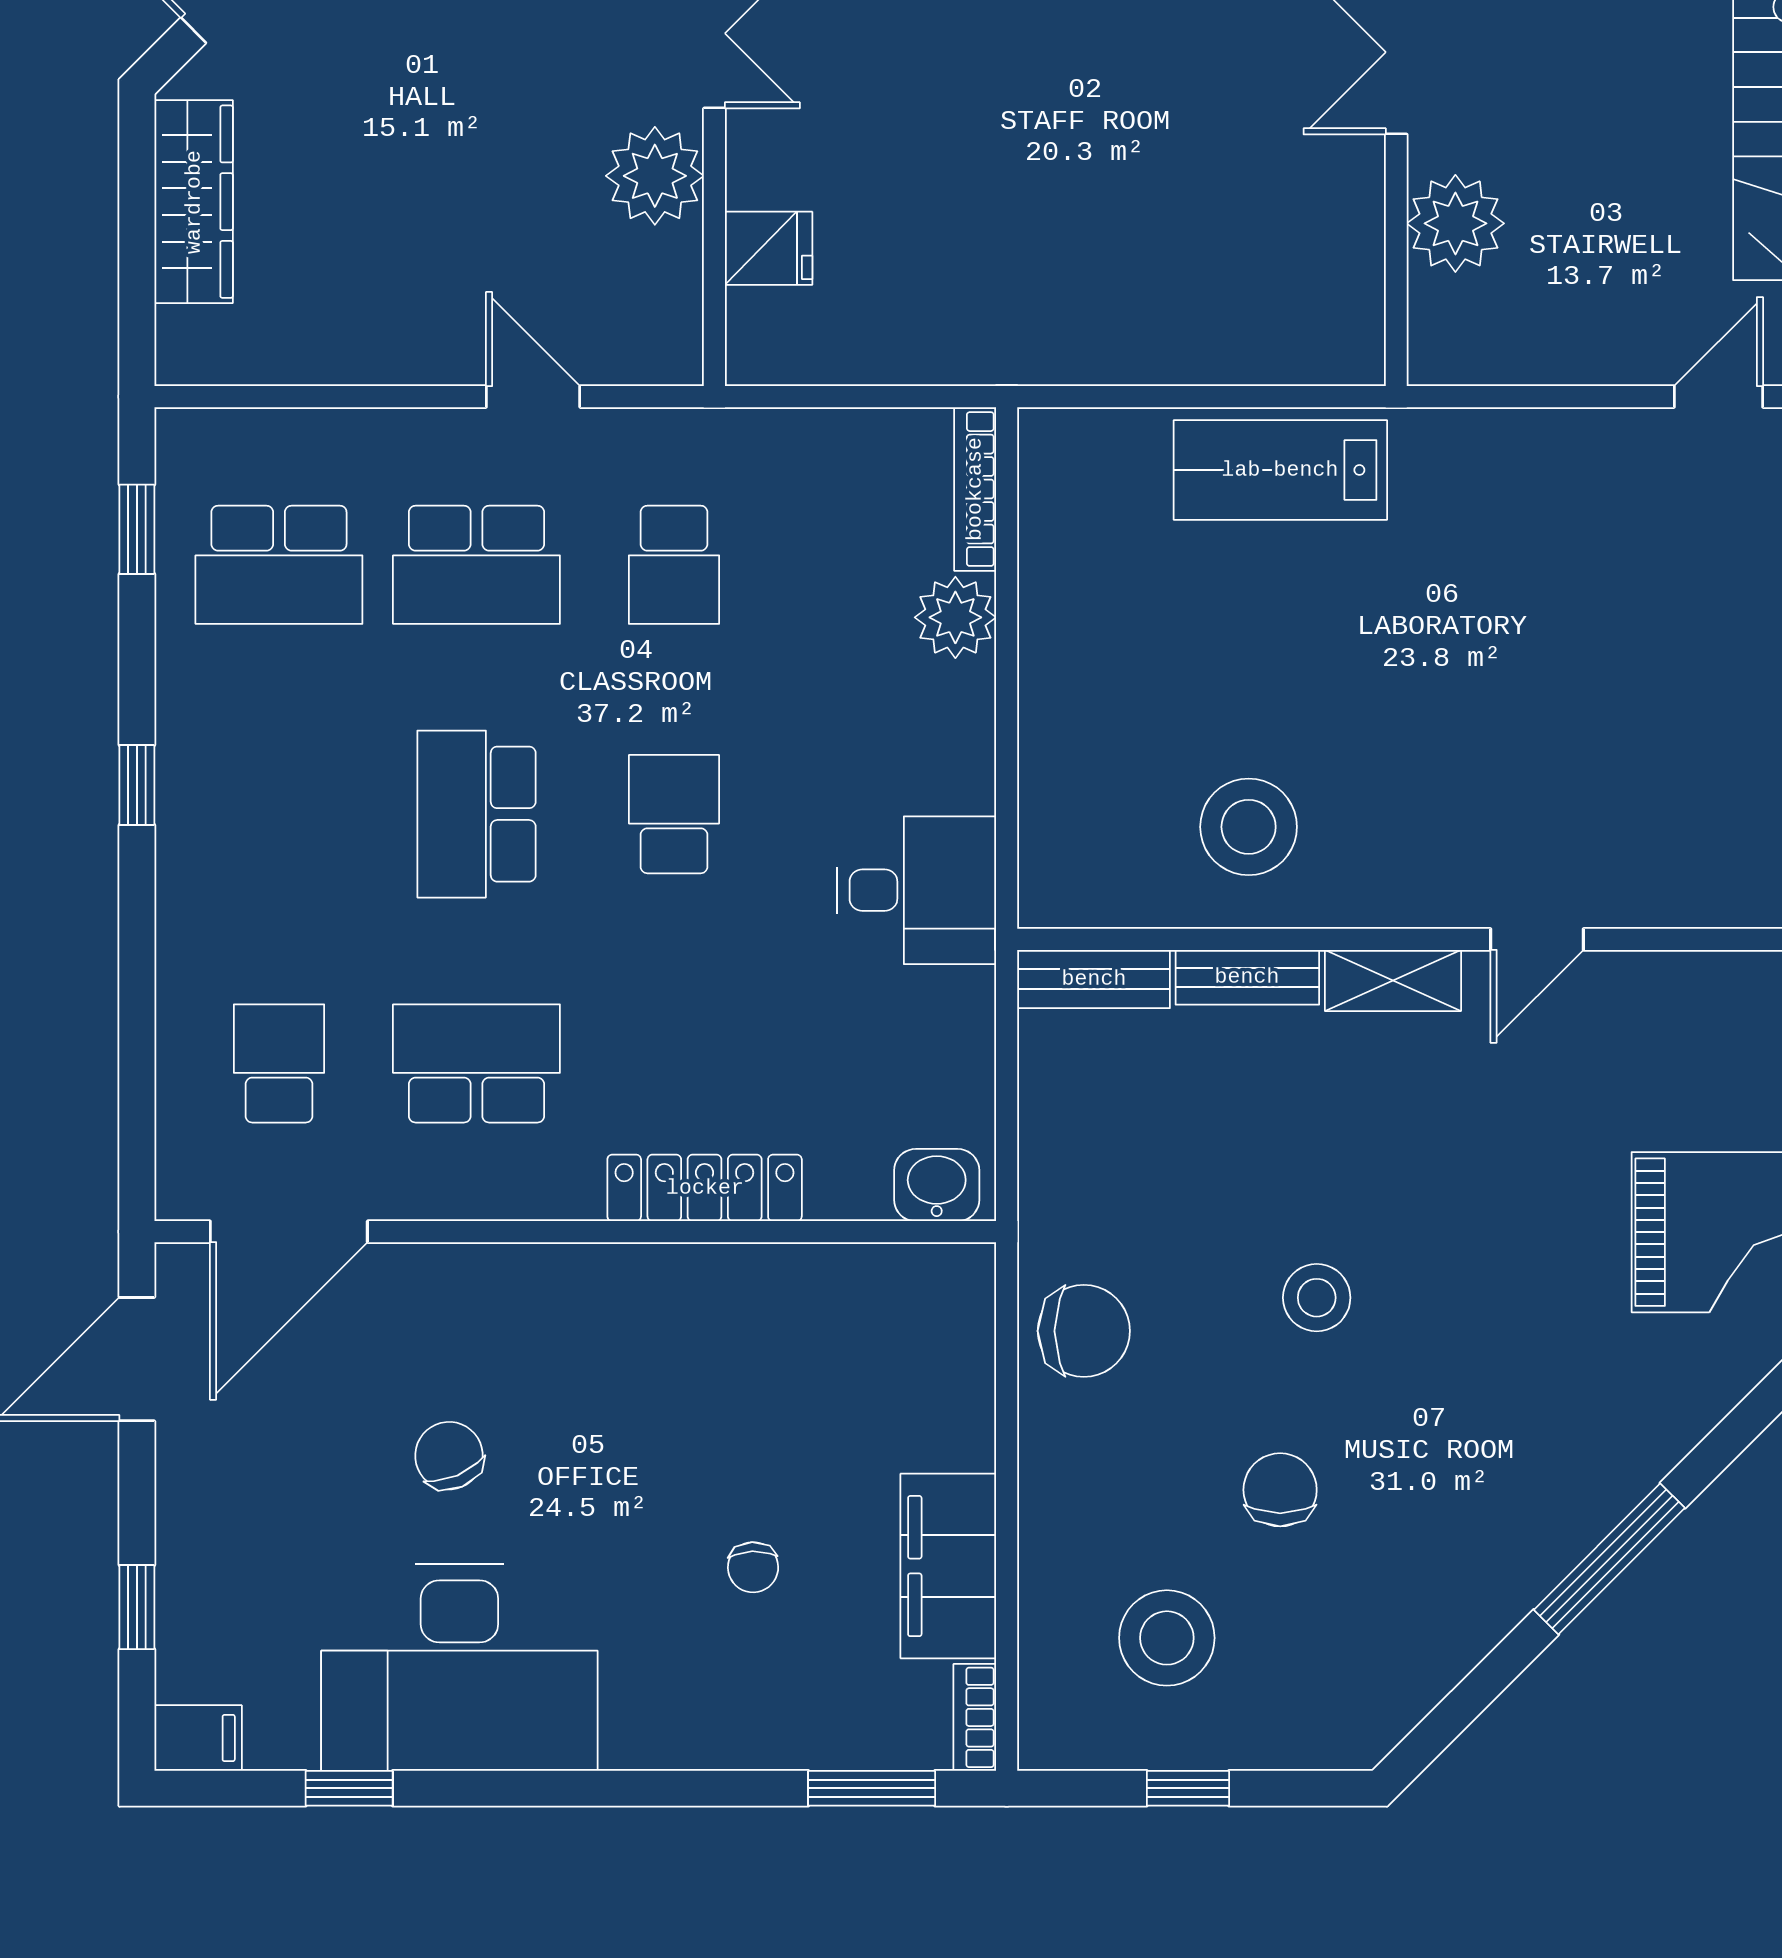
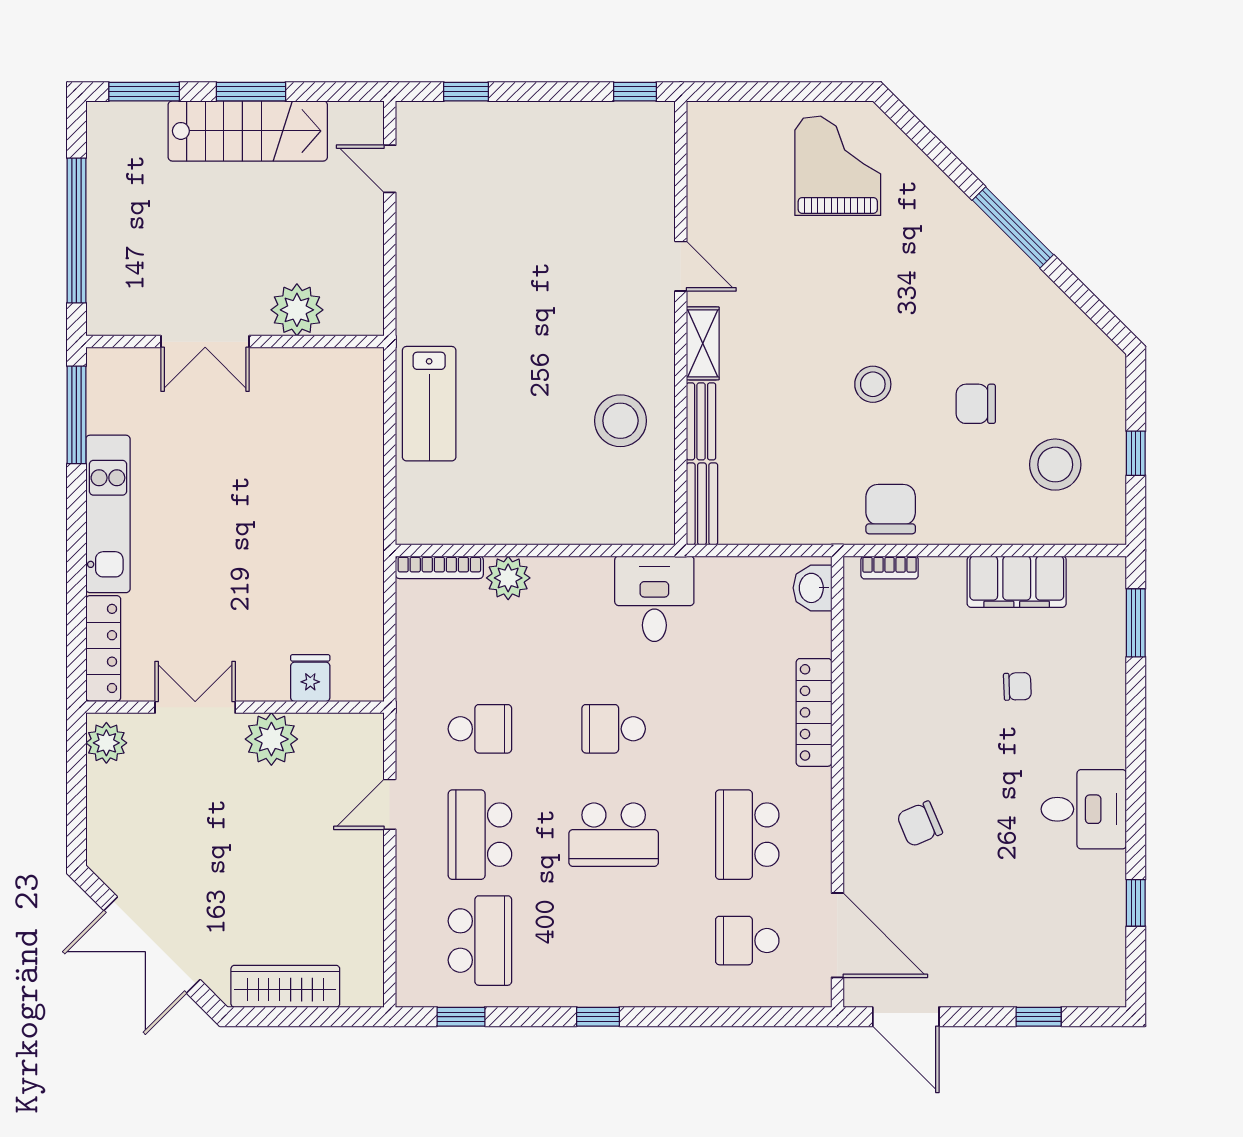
school desk: (476, 565) -> (480, 835), turned 180
chair: (449, 1456) -> (920, 824), moved
desk: (459, 1667) -> (1084, 809), width x0.53, depth x0.77
bookcase: (975, 1717) -> (890, 567), moved
filing cabinet: (198, 1738) -> (1109, 984), removed

